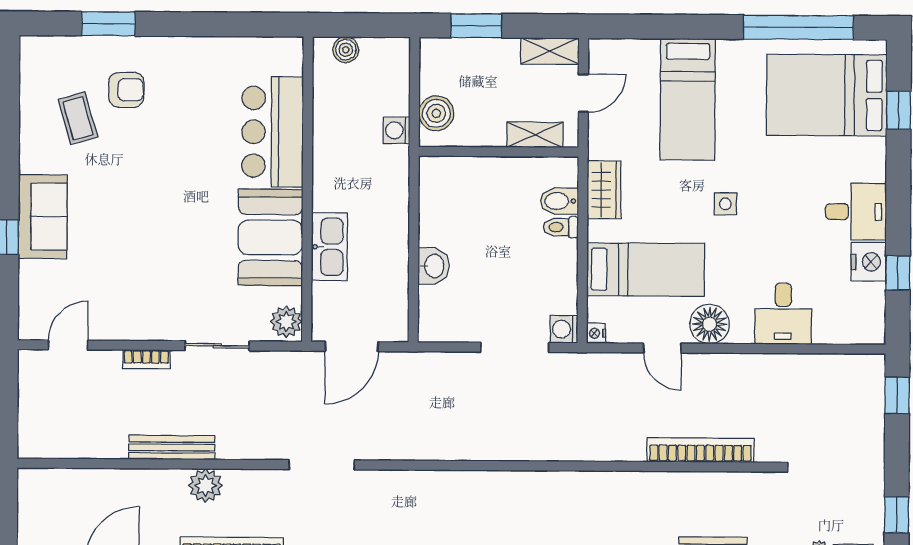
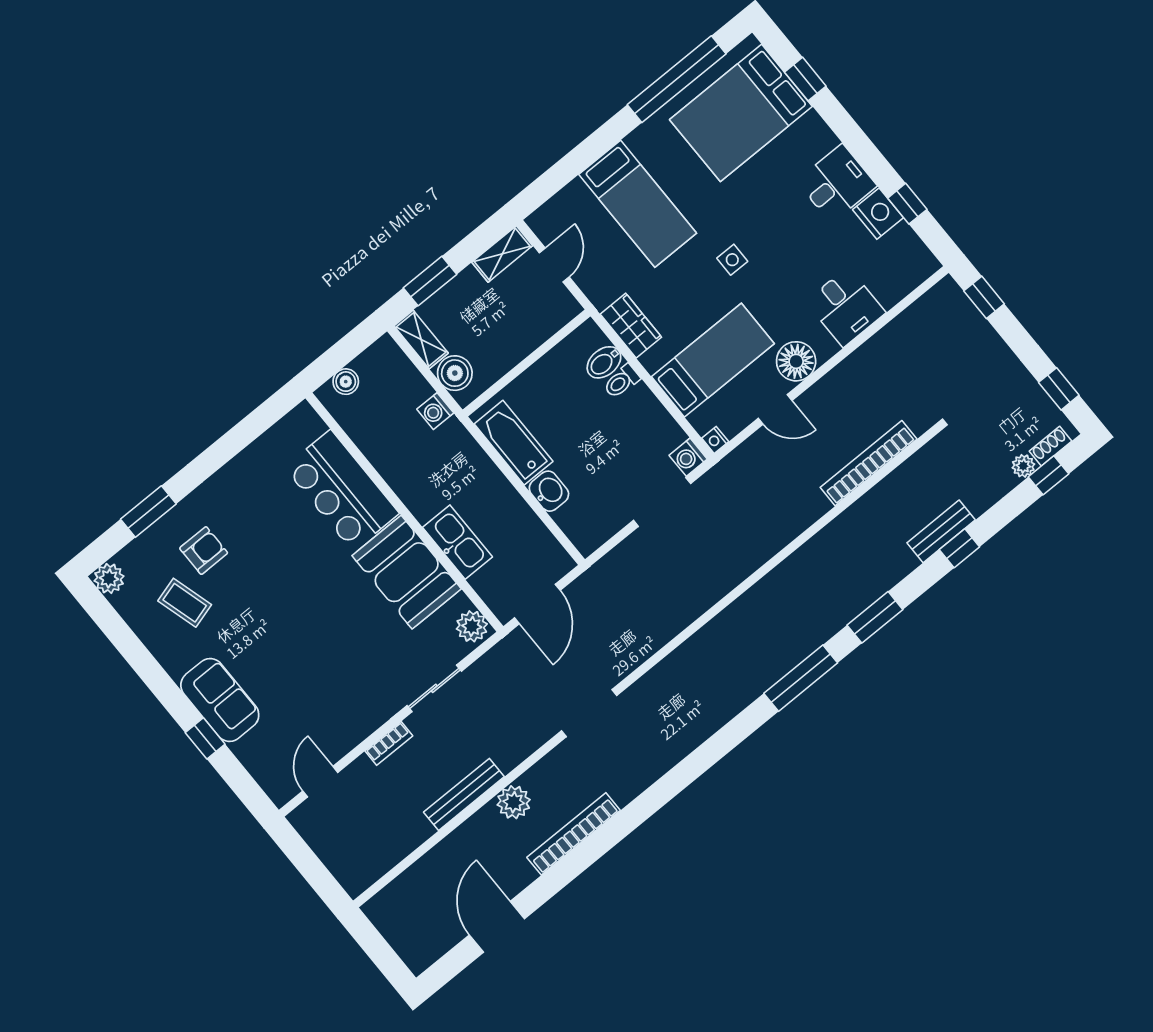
plant: (35, 51) -> (109, 578), added
shelving: (535, 135) -> (421, 339), moved, turned 90
bathtub: (437, 205) -> (514, 443), added

